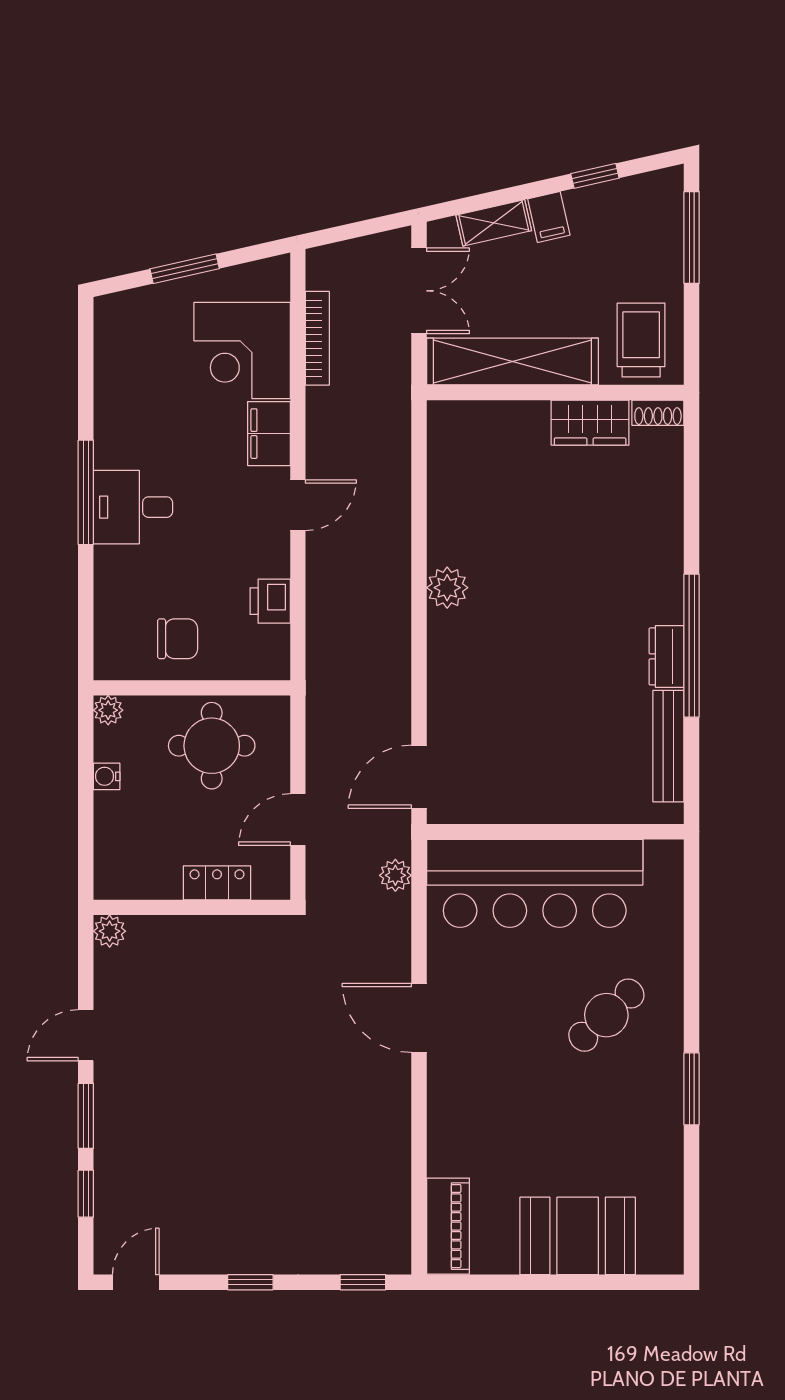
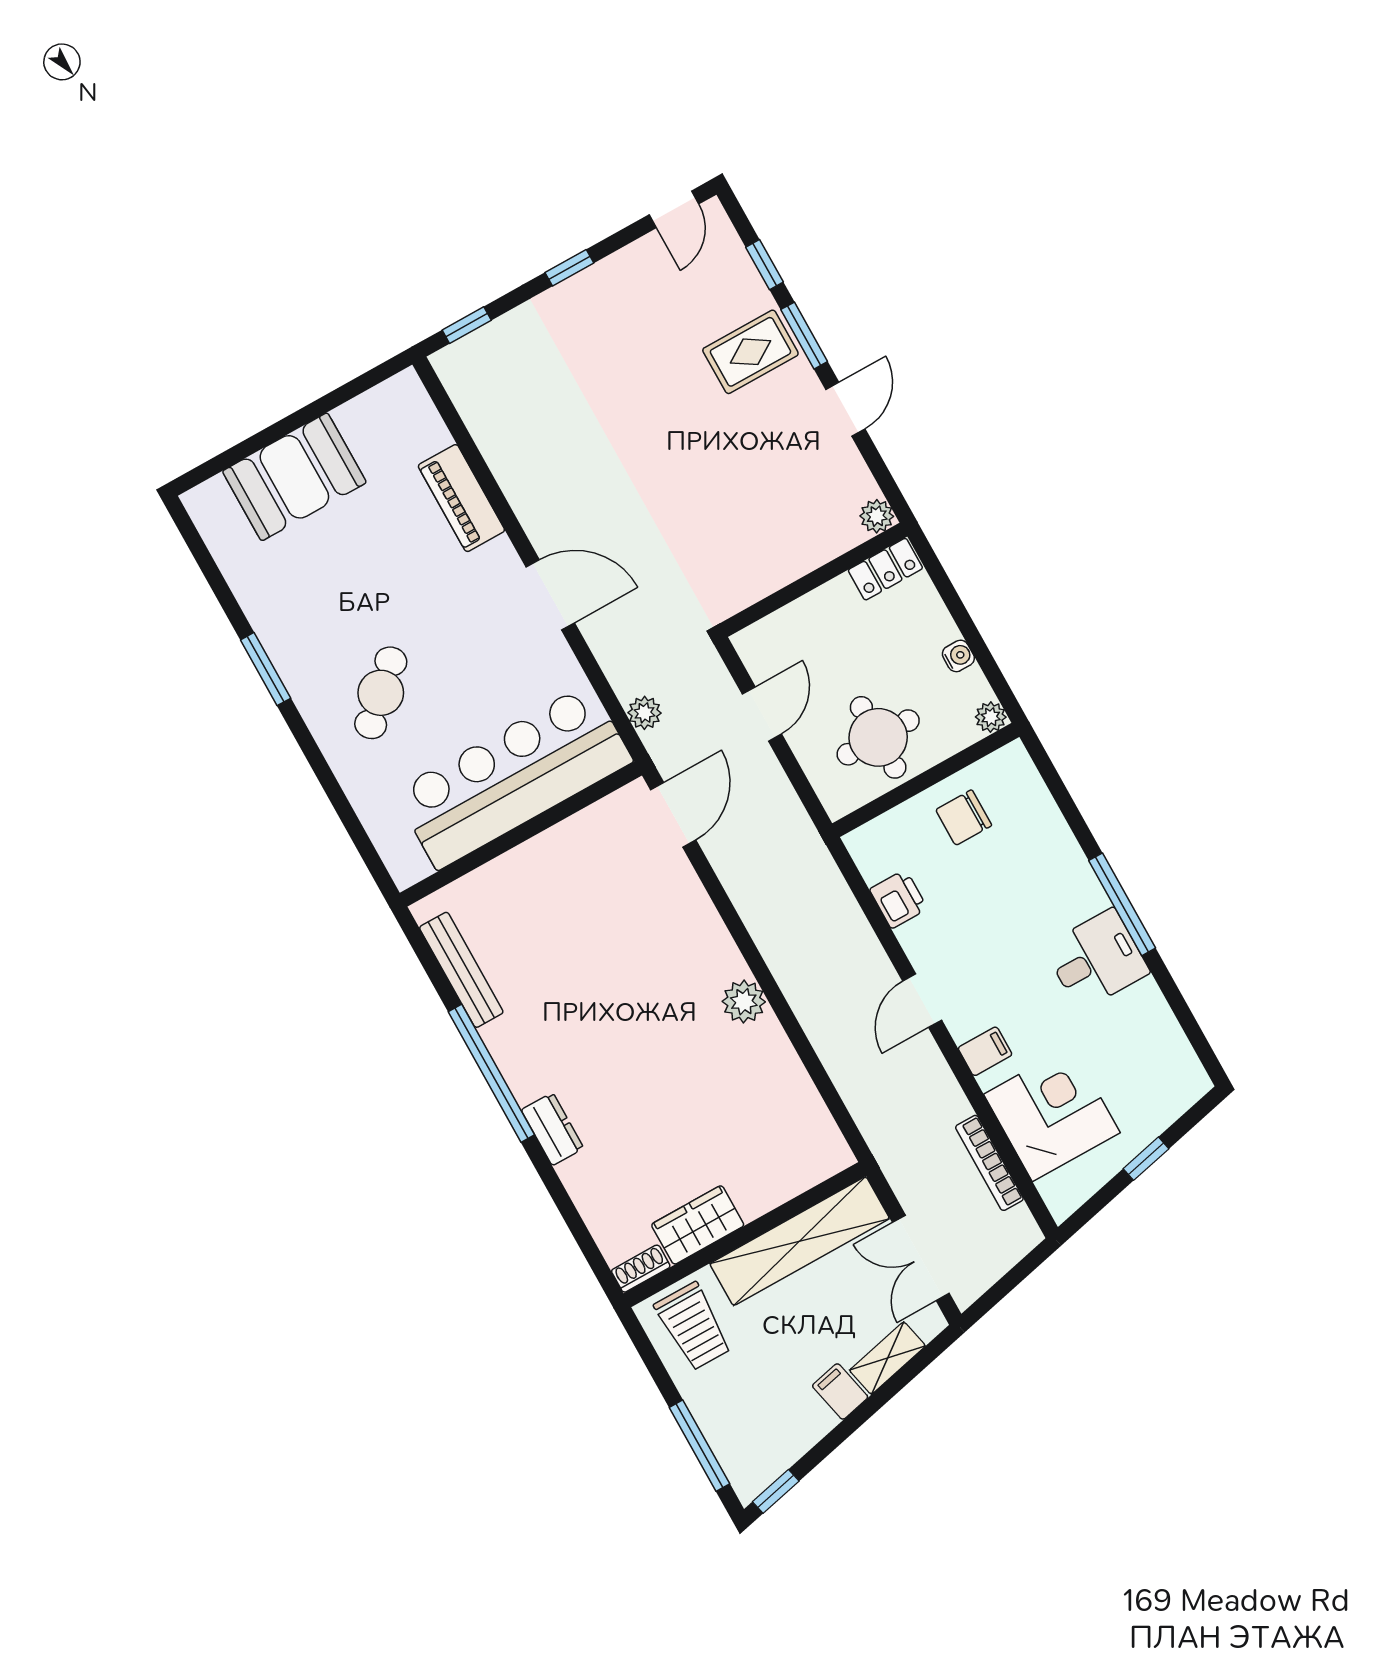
window: (595, 176) -> (776, 1491), moved
window: (185, 269) -> (1146, 1159), width x0.67
filing cabinet: (269, 434) -> (985, 1051), width x0.50
desk: (133, 507) -> (1096, 960), moved
dresser: (667, 656) -> (552, 1129), moved
locker: (217, 883) -> (885, 569), moved
rug: (138, 1127) -> (750, 352), added
piano: (448, 1226) -> (461, 498), moved

